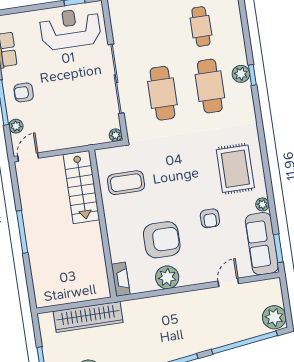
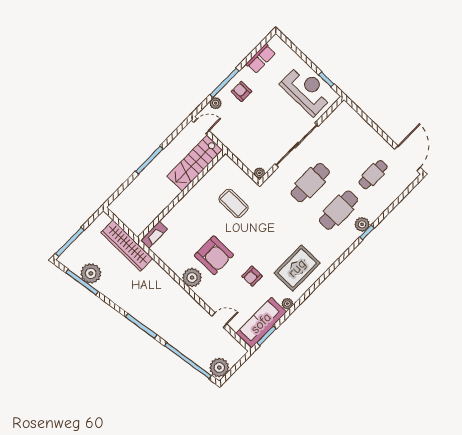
stairs: (81, 187) -> (195, 163), moved
wall: (103, 224) -> (181, 195), moved
fireplace: (121, 279) -> (154, 235), moved

